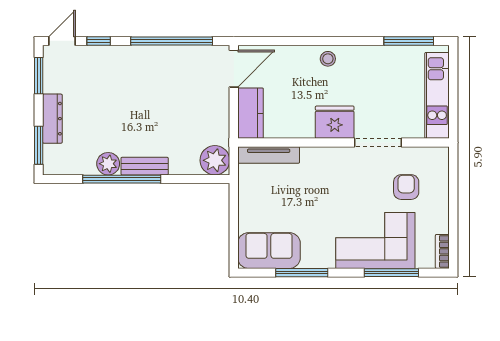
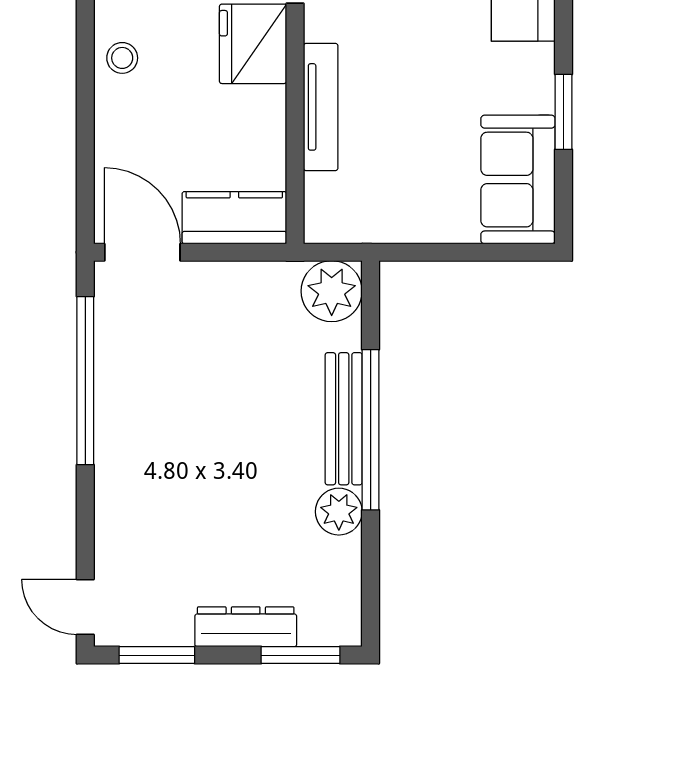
window: (99, 41) -> (85, 531), removed
tv unit: (269, 155) -> (321, 107), moved
bench: (145, 166) -> (344, 419), width x1.36
window: (122, 179) -> (371, 430), moved
window: (302, 273) -> (564, 112), width x0.69

